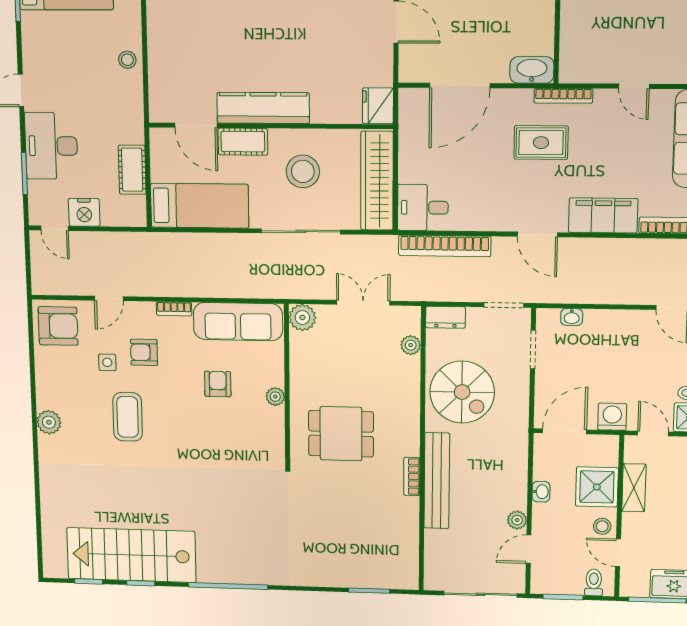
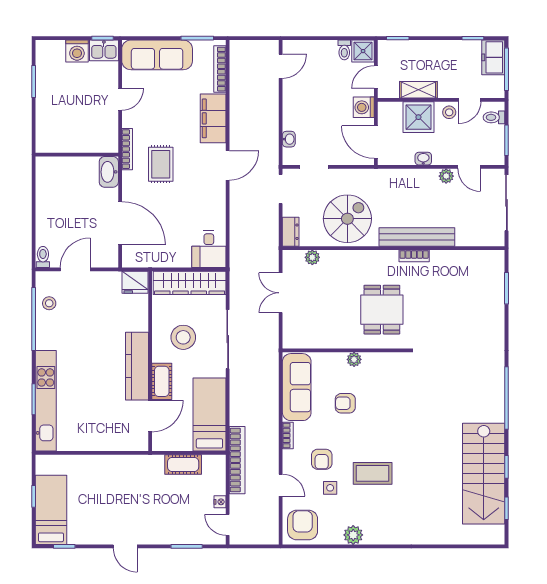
stool: (127, 60) -> (102, 466), removed
desk: (51, 146) -> (166, 525), removed
nightstand: (84, 212) -> (220, 502), width x0.53, depth x0.56
door: (54, 228) -> (228, 525), swing flipped
bookcase: (445, 246) -> (237, 460), moved
plant: (302, 318) -> (293, 338), removed
plant: (49, 422) -> (353, 535), moved

